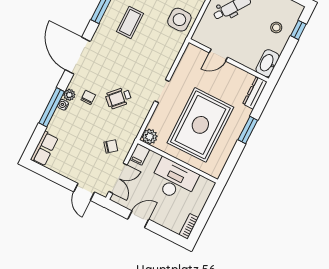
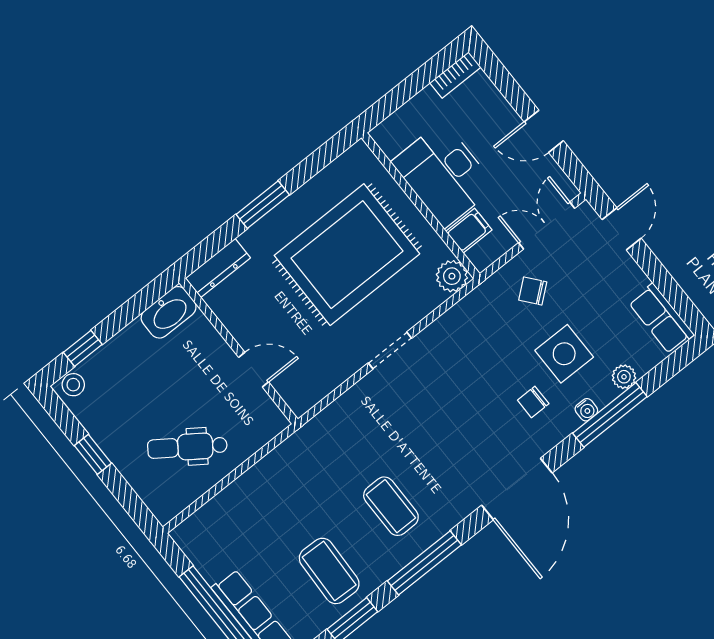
side table: (179, 20) -> (564, 354), moved
coffee table: (130, 22) -> (391, 506), turned 90
stool: (276, 27) -> (73, 385), moved
plant: (69, 95) -> (624, 377), moved
wheelchair: (118, 98) -> (477, 375), removed
row of seats: (44, 149) -> (661, 319), moved, turned -90
filing cabinet: (140, 154) -> (469, 231), moved

